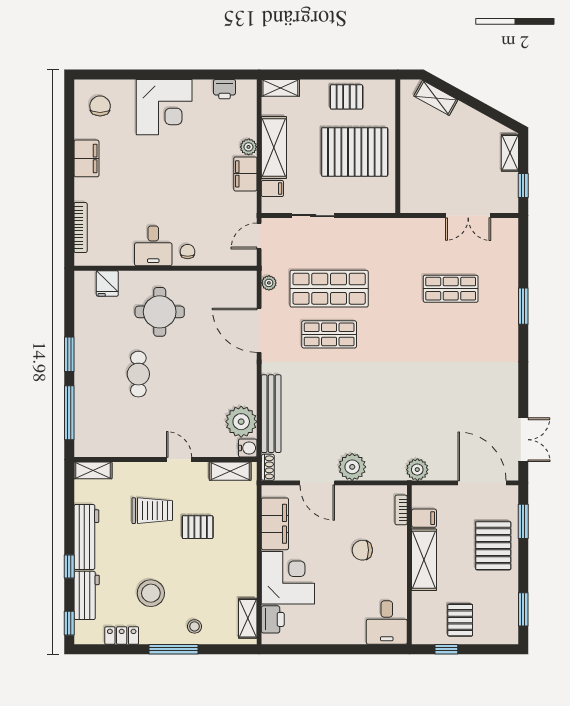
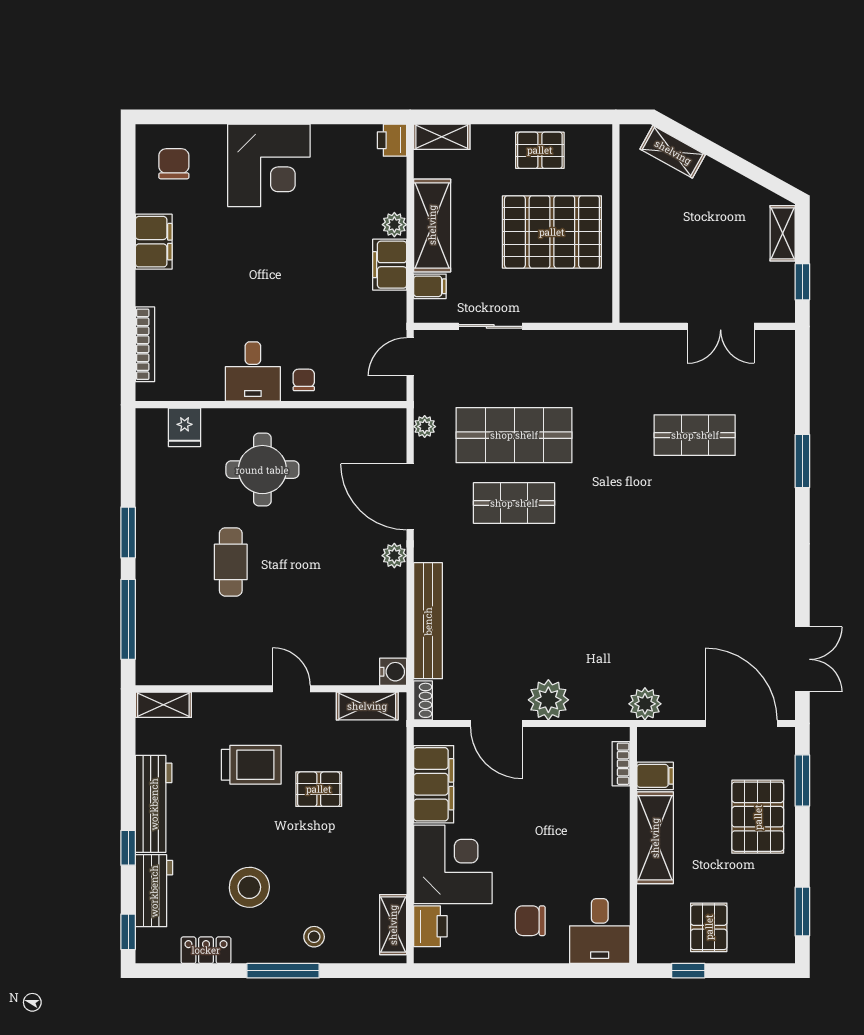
printer: (225, 89) -> (392, 140), moved, turned 90
plant: (241, 422) -> (394, 556), moved, width x0.53, depth x0.53
chair: (362, 550) -> (530, 921), moved

